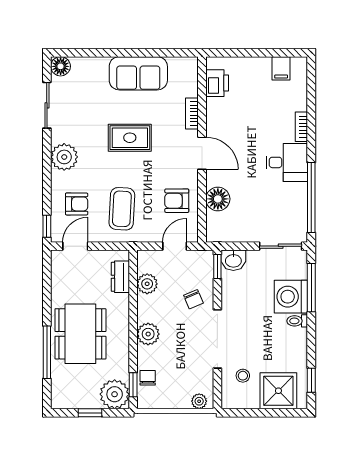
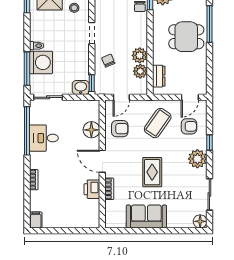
filing cabinet: (281, 68) -> (36, 220), moved
printer: (217, 83) -> (92, 189), moved
rug: (130, 138) -> (152, 172), turned 90
desk: (287, 162) -> (44, 138), moved
armchair: (77, 204) -> (189, 126), turned 180
coffee table: (122, 209) -> (158, 123), turned 32
window: (47, 226) -> (209, 142), moved
dining table: (80, 334) -> (186, 37), width x0.73
plant: (148, 334) -> (140, 55), moved
doorway: (217, 339) -> (92, 33), width x0.53

